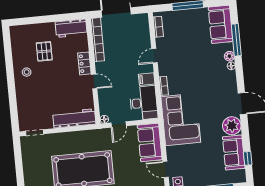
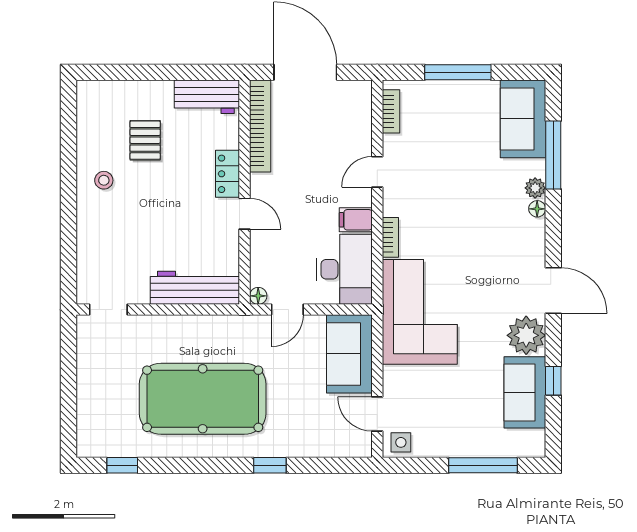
window: (248, 158) -> (553, 381), moved

